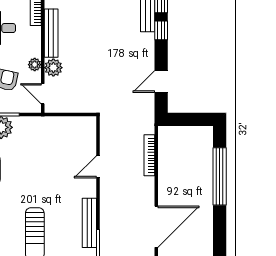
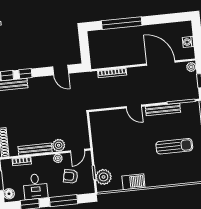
door: (98, 167) -> (134, 106), moved

